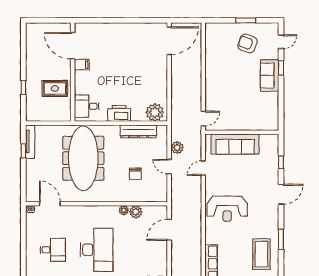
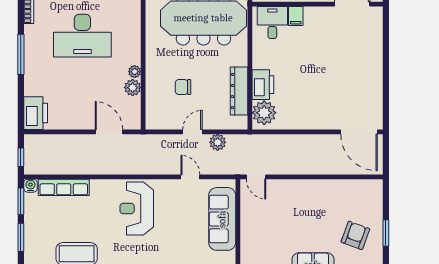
filing cabinet: (82, 65) -> (296, 16), moved
printer: (119, 113) -> (263, 85), moved

